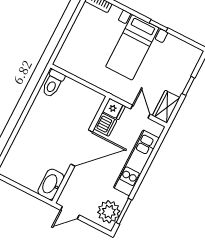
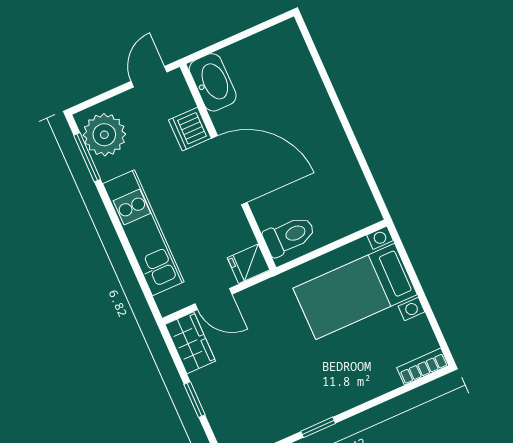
bed with nightstands: (132, 47) -> (355, 291), moved, turned -90
toilet: (53, 84) -> (289, 236), moved, turned 90
dishwasher: (105, 125) -> (190, 129), moved
door: (82, 148) -> (229, 170), swing flipped

